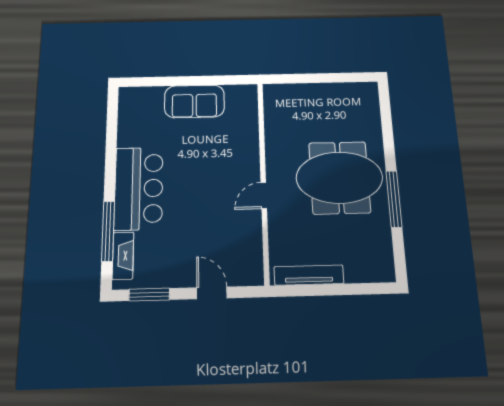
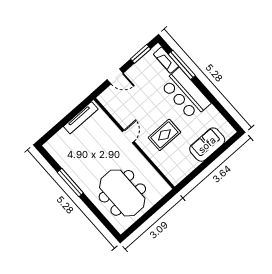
sofa: (194, 101) -> (207, 145), moved
rug: (214, 158) -> (164, 135), added
meeting table: (339, 178) -> (122, 193), moved, turned 90

